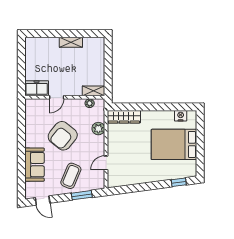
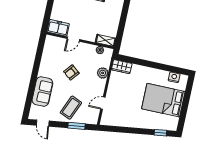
wardrobe: (124, 117) -> (122, 67), width x0.67
armchair: (63, 136) -> (71, 72), width x0.53, depth x0.53

